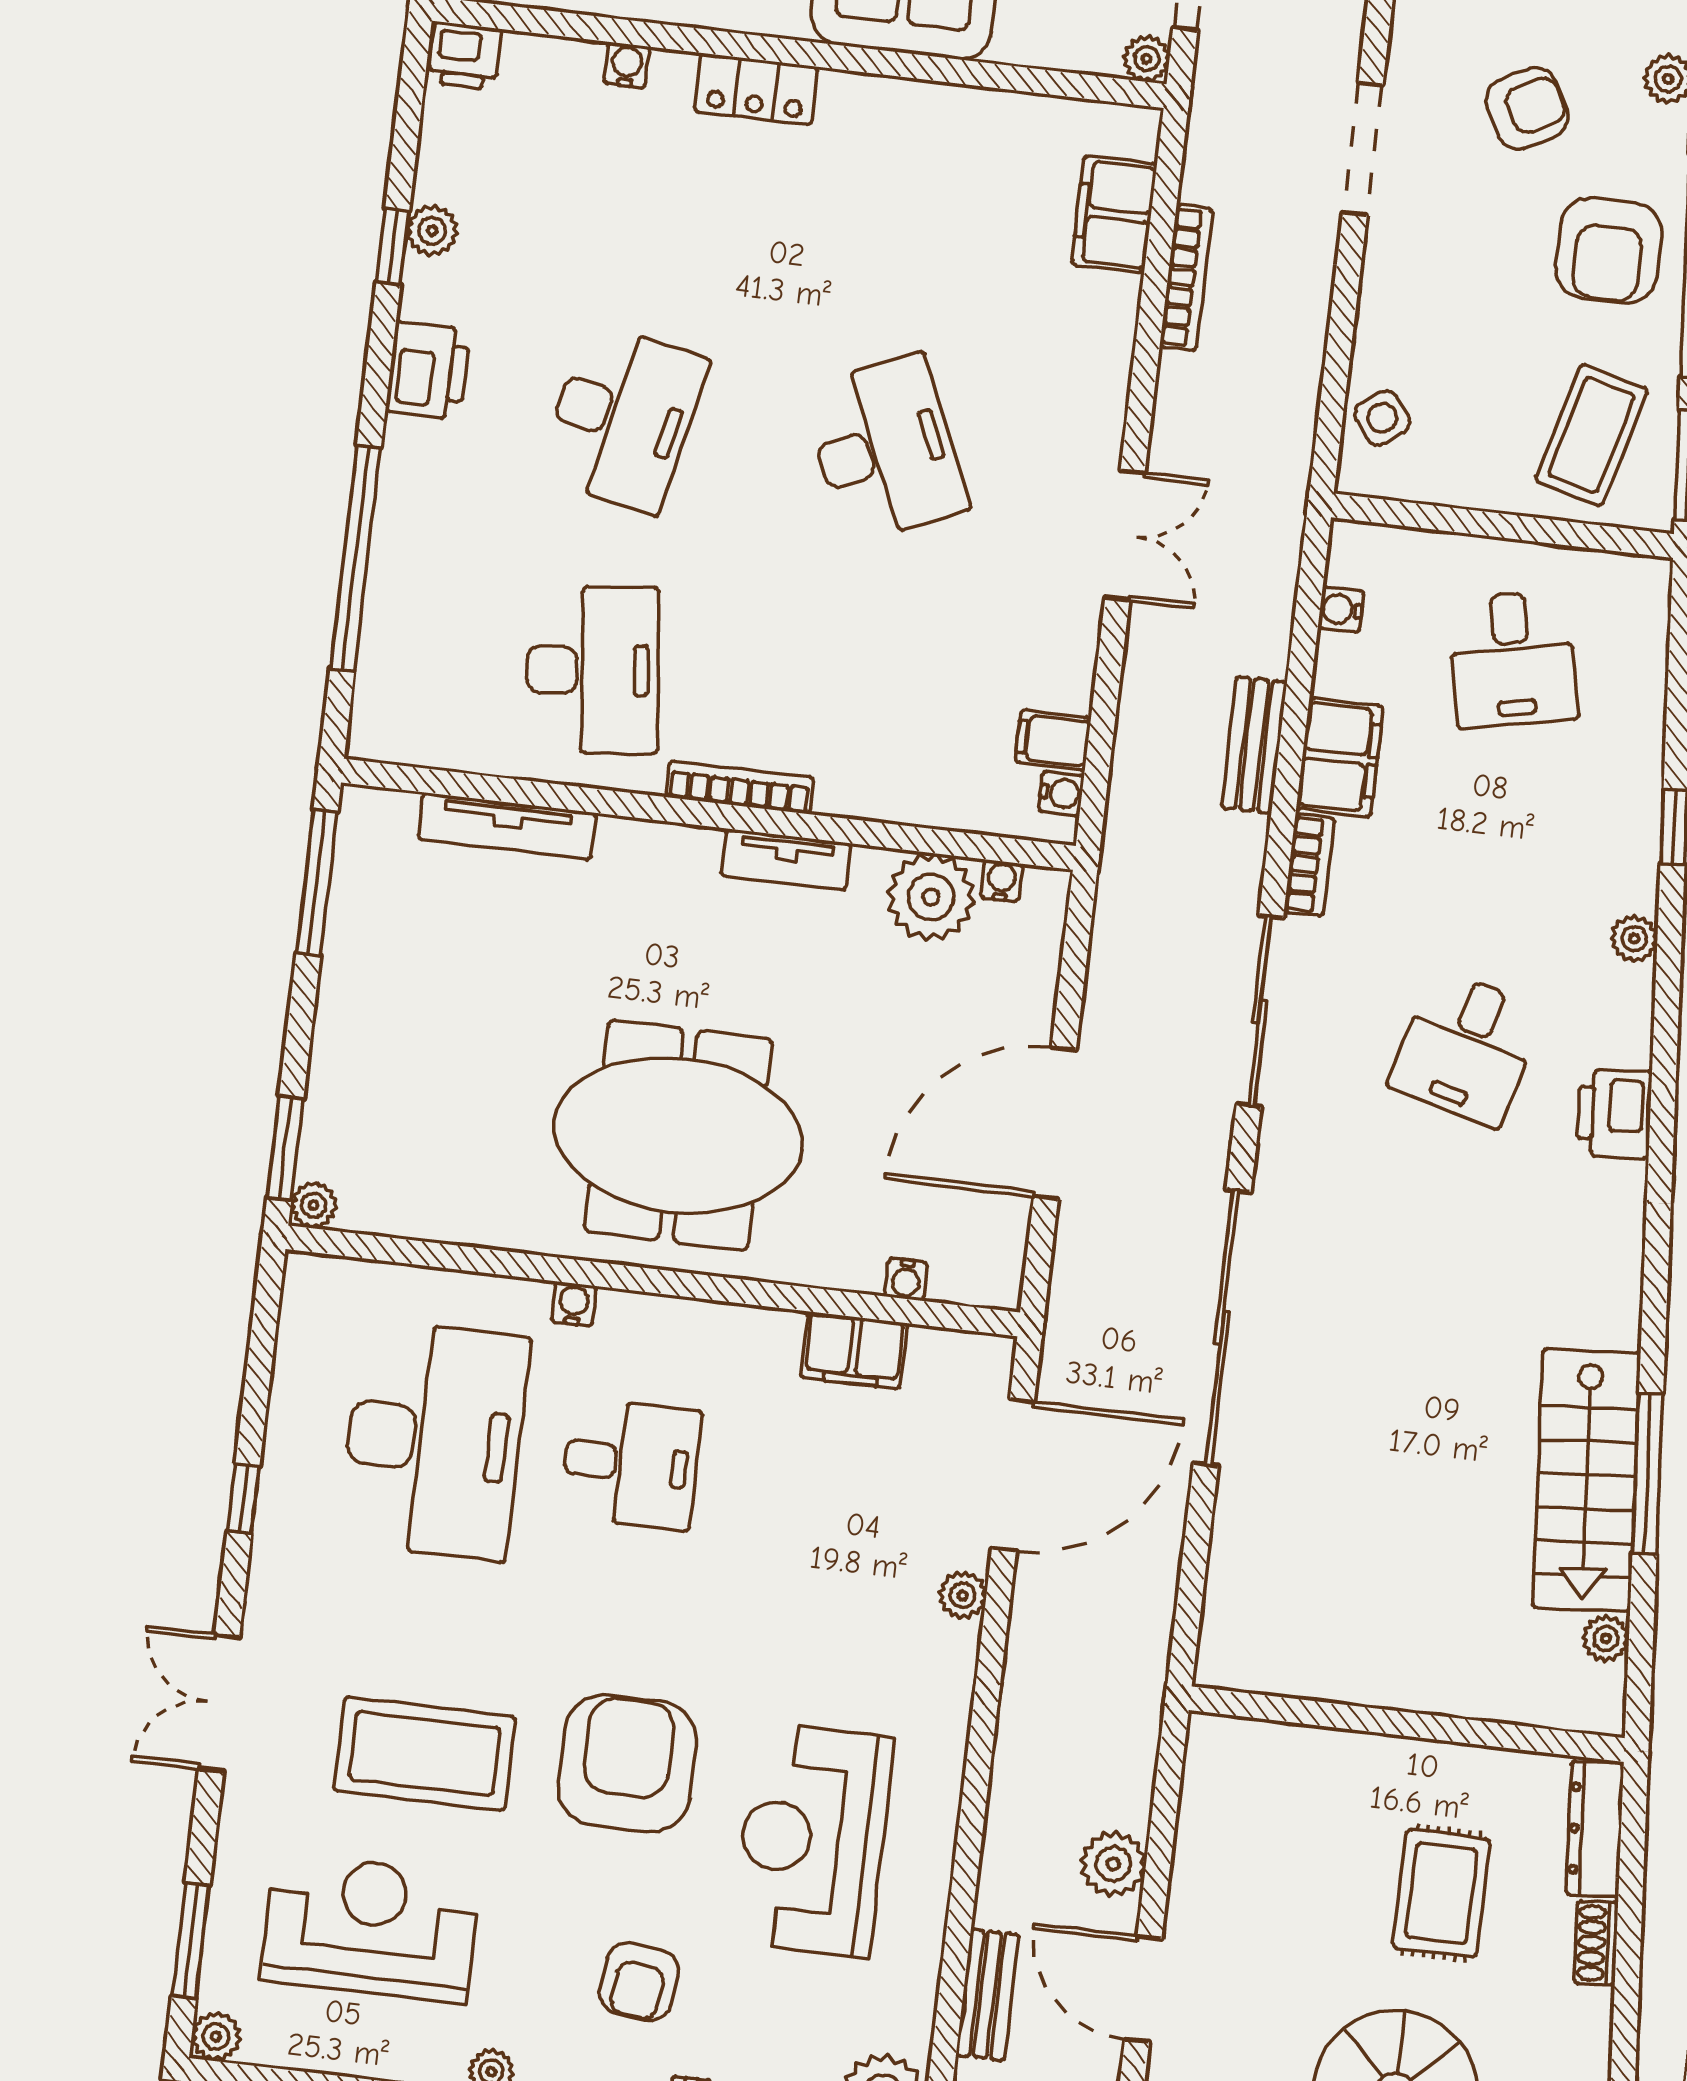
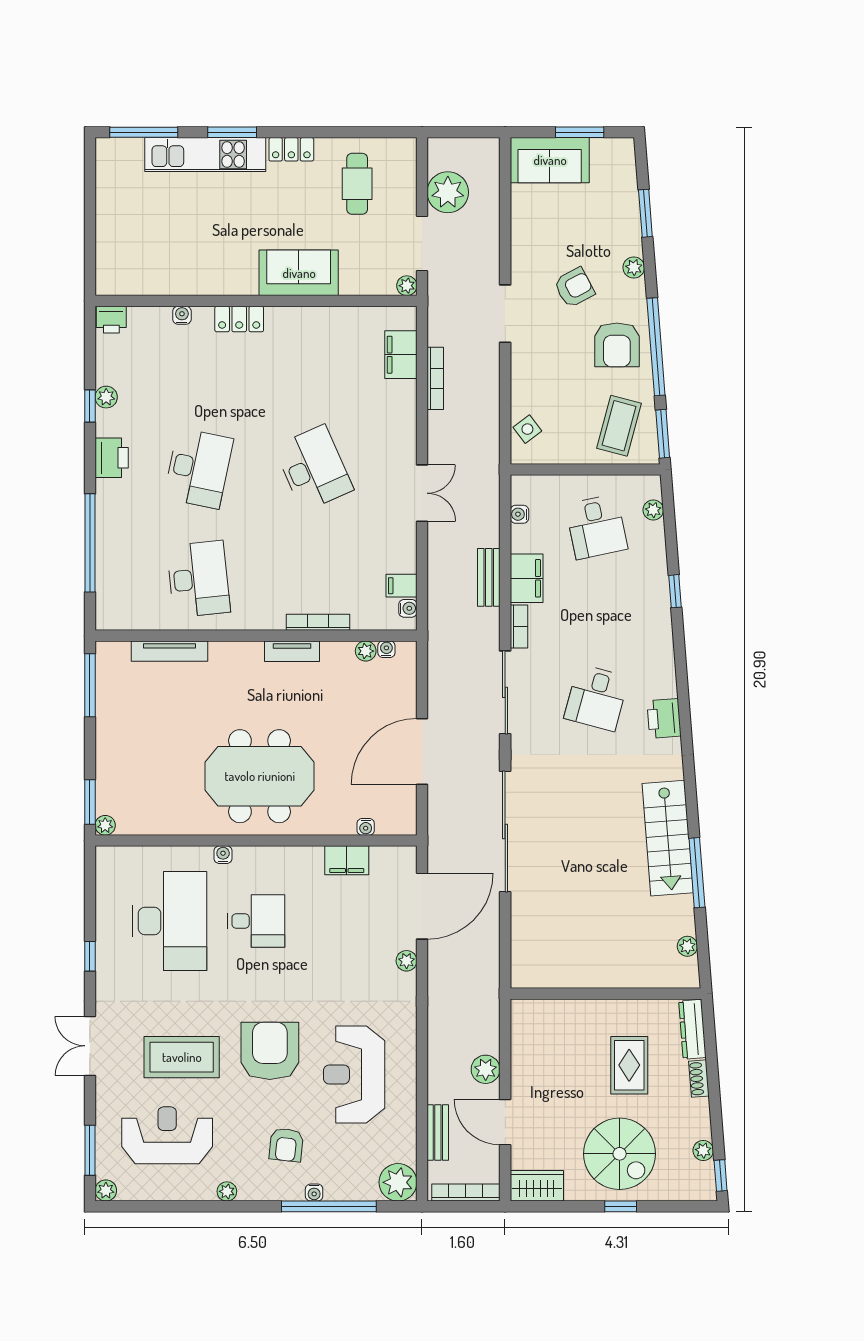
bookcase: (740, 787) -> (318, 622), moved
plant: (931, 897) -> (366, 651), width x0.53, depth x0.53
plant: (1634, 939) -> (653, 510), moved
stairs: (1587, 1480) -> (668, 838), moved

